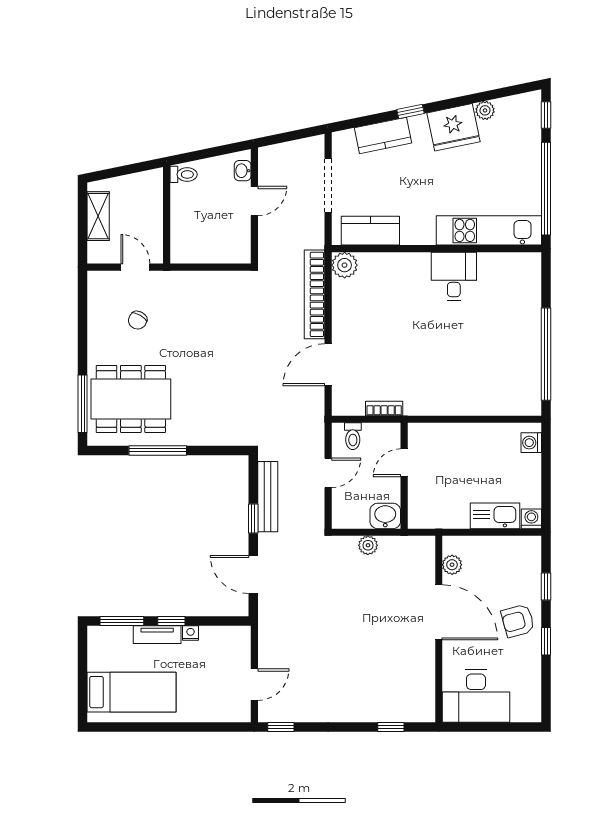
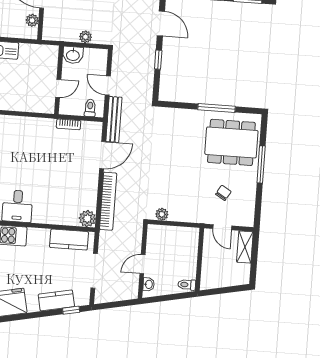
window: (410, 111) -> (71, 310), moved
shelving: (98, 216) -> (245, 247), moved
plant: (230, 280) -> (162, 214), added
window: (83, 404) -> (261, 164), moved
door: (328, 473) -> (108, 85), hinge flipped
bench: (268, 497) -> (114, 119), moved

